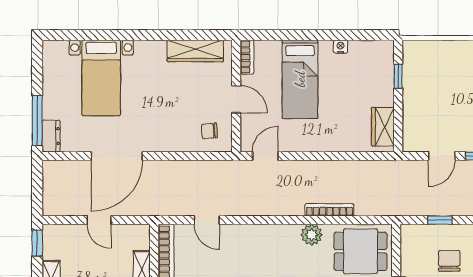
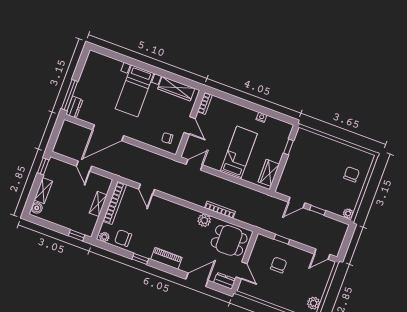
bed with nightstands: (101, 78) -> (135, 91), moved
bed: (300, 79) -> (239, 153), moved, turned 180

